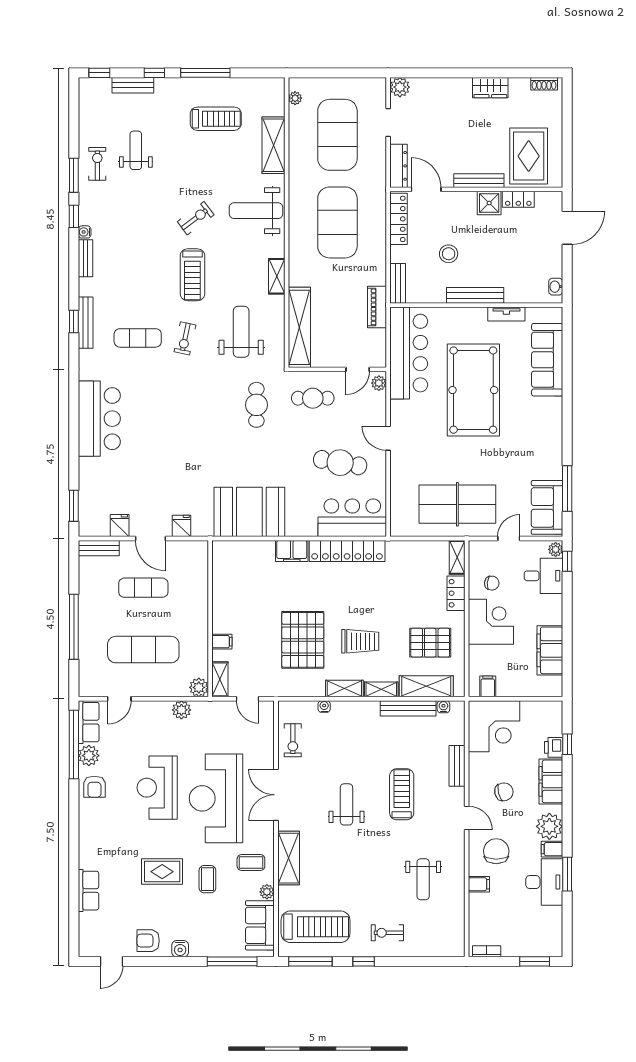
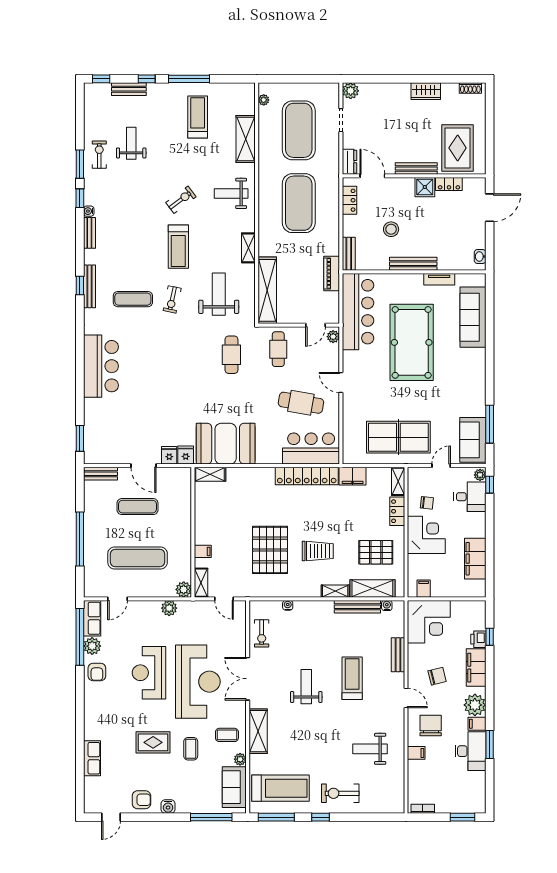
treadmill: (216, 119) -> (198, 117), turned -90
dresser: (398, 166) -> (349, 162), width x0.70
weight bench: (256, 211) -> (231, 193), width x0.73, depth x0.75
locker: (399, 219) -> (349, 200), width x0.66
cafe table: (313, 398) -> (278, 349), turned 90
fridge: (120, 526) -> (186, 455), moved
filing cabinet: (292, 551) -> (353, 476), moved
shelving: (344, 689) -> (210, 474), moved
reception desk: (216, 798) -> (198, 682), turned 180
weight bench: (423, 879) -> (370, 749), turned 90
exercise bike: (387, 933) -> (340, 793), width x1.38, depth x1.39
armchair: (148, 941) -> (141, 800), turned 180

